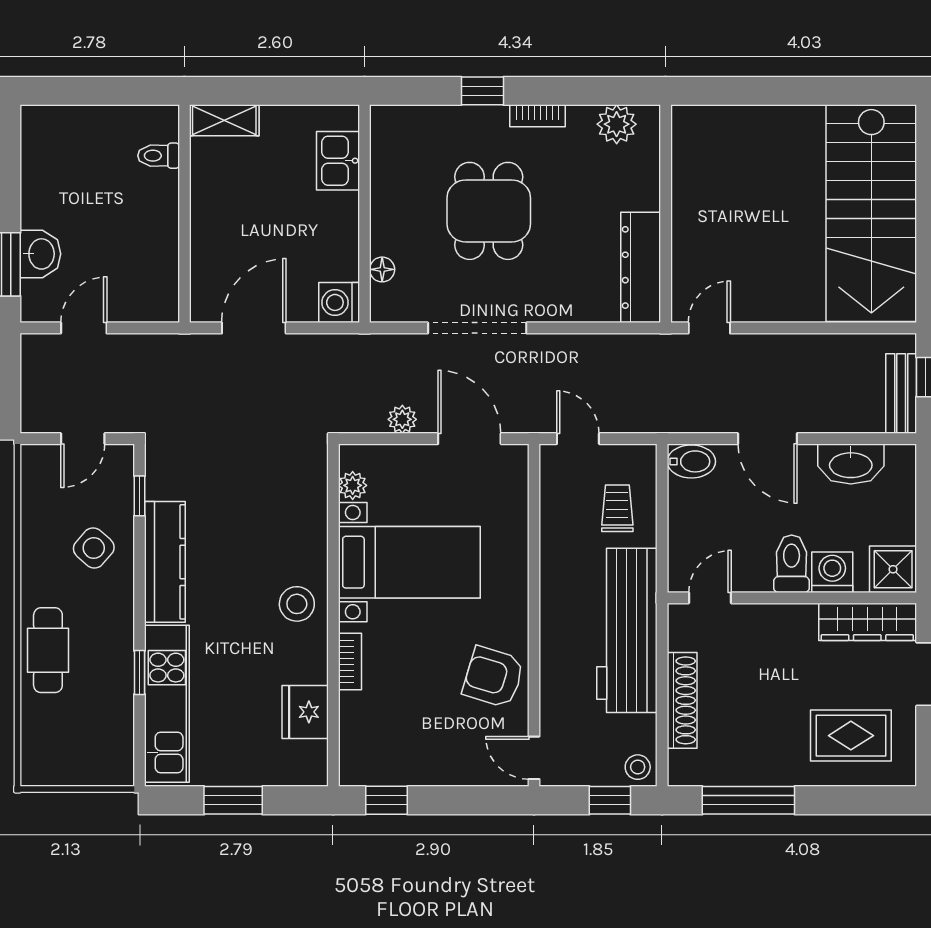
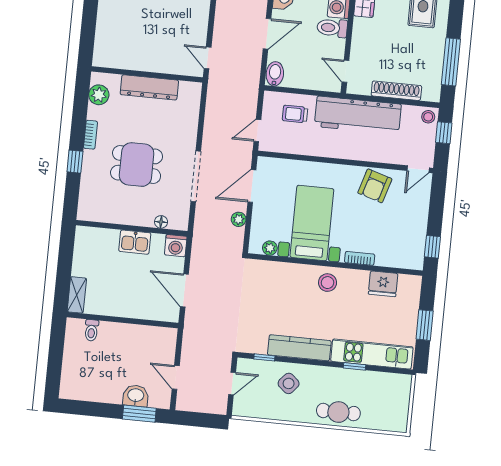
kitchen sink: (338, 161) -> (135, 242), moved
dresser: (641, 267) -> (149, 87), moved
door: (83, 439) -> (232, 383), hinge flipped

